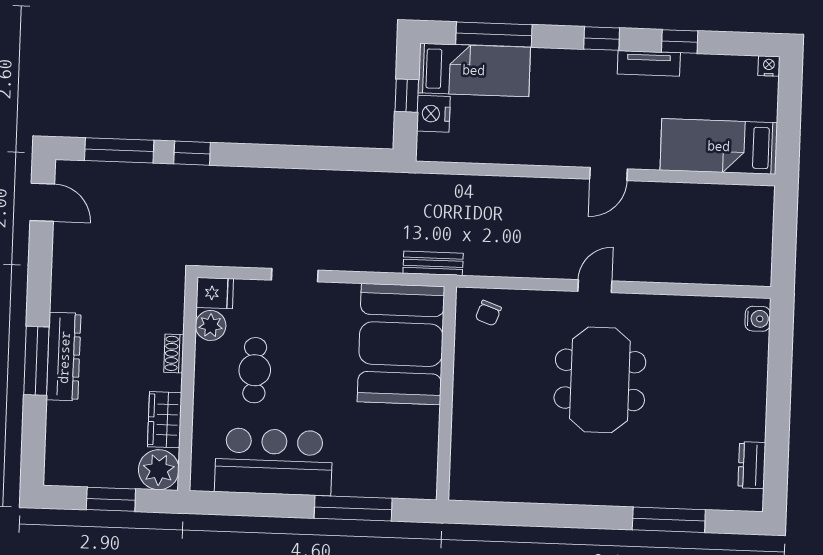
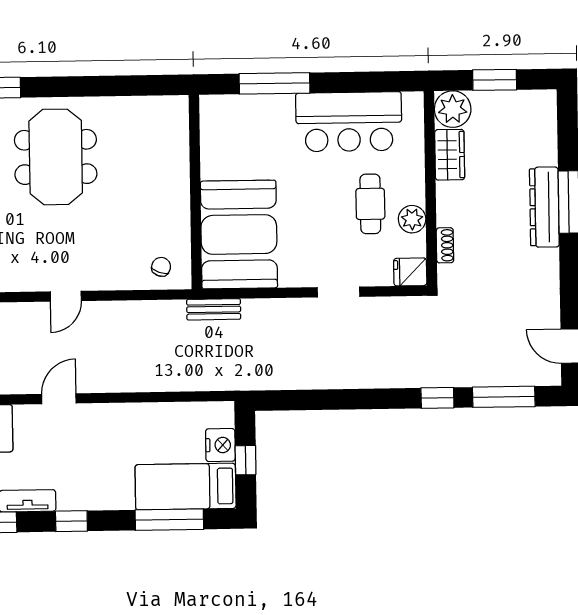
plant: (211, 325) -> (412, 219), moved
shoe rack: (174, 353) -> (445, 245), moved
meeting table: (600, 380) -> (56, 157), moved

